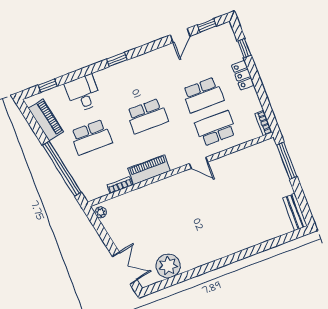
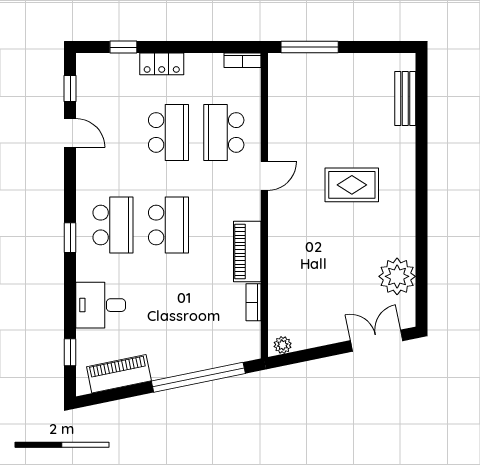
school desk: (91, 137) -> (113, 225), moved
bench: (295, 212) -> (405, 98), moved, turned 90
rug: (213, 218) -> (352, 185), added

